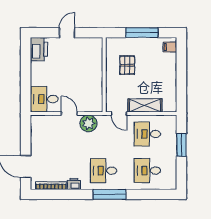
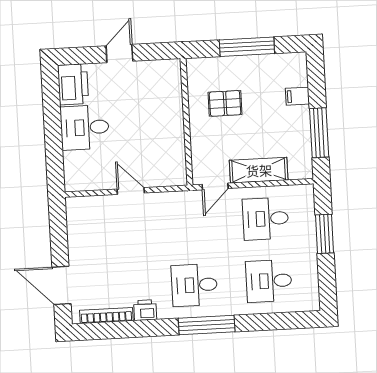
filing cabinet: (170, 47) -> (297, 96), moved
pallet: (127, 65) -> (225, 103), turned 90
window: (181, 85) -> (319, 133), added
desk: (44, 99) -> (85, 127), moved
door: (119, 114) -> (215, 186), hinge flipped
plant: (88, 123) -> (164, 206), removed

